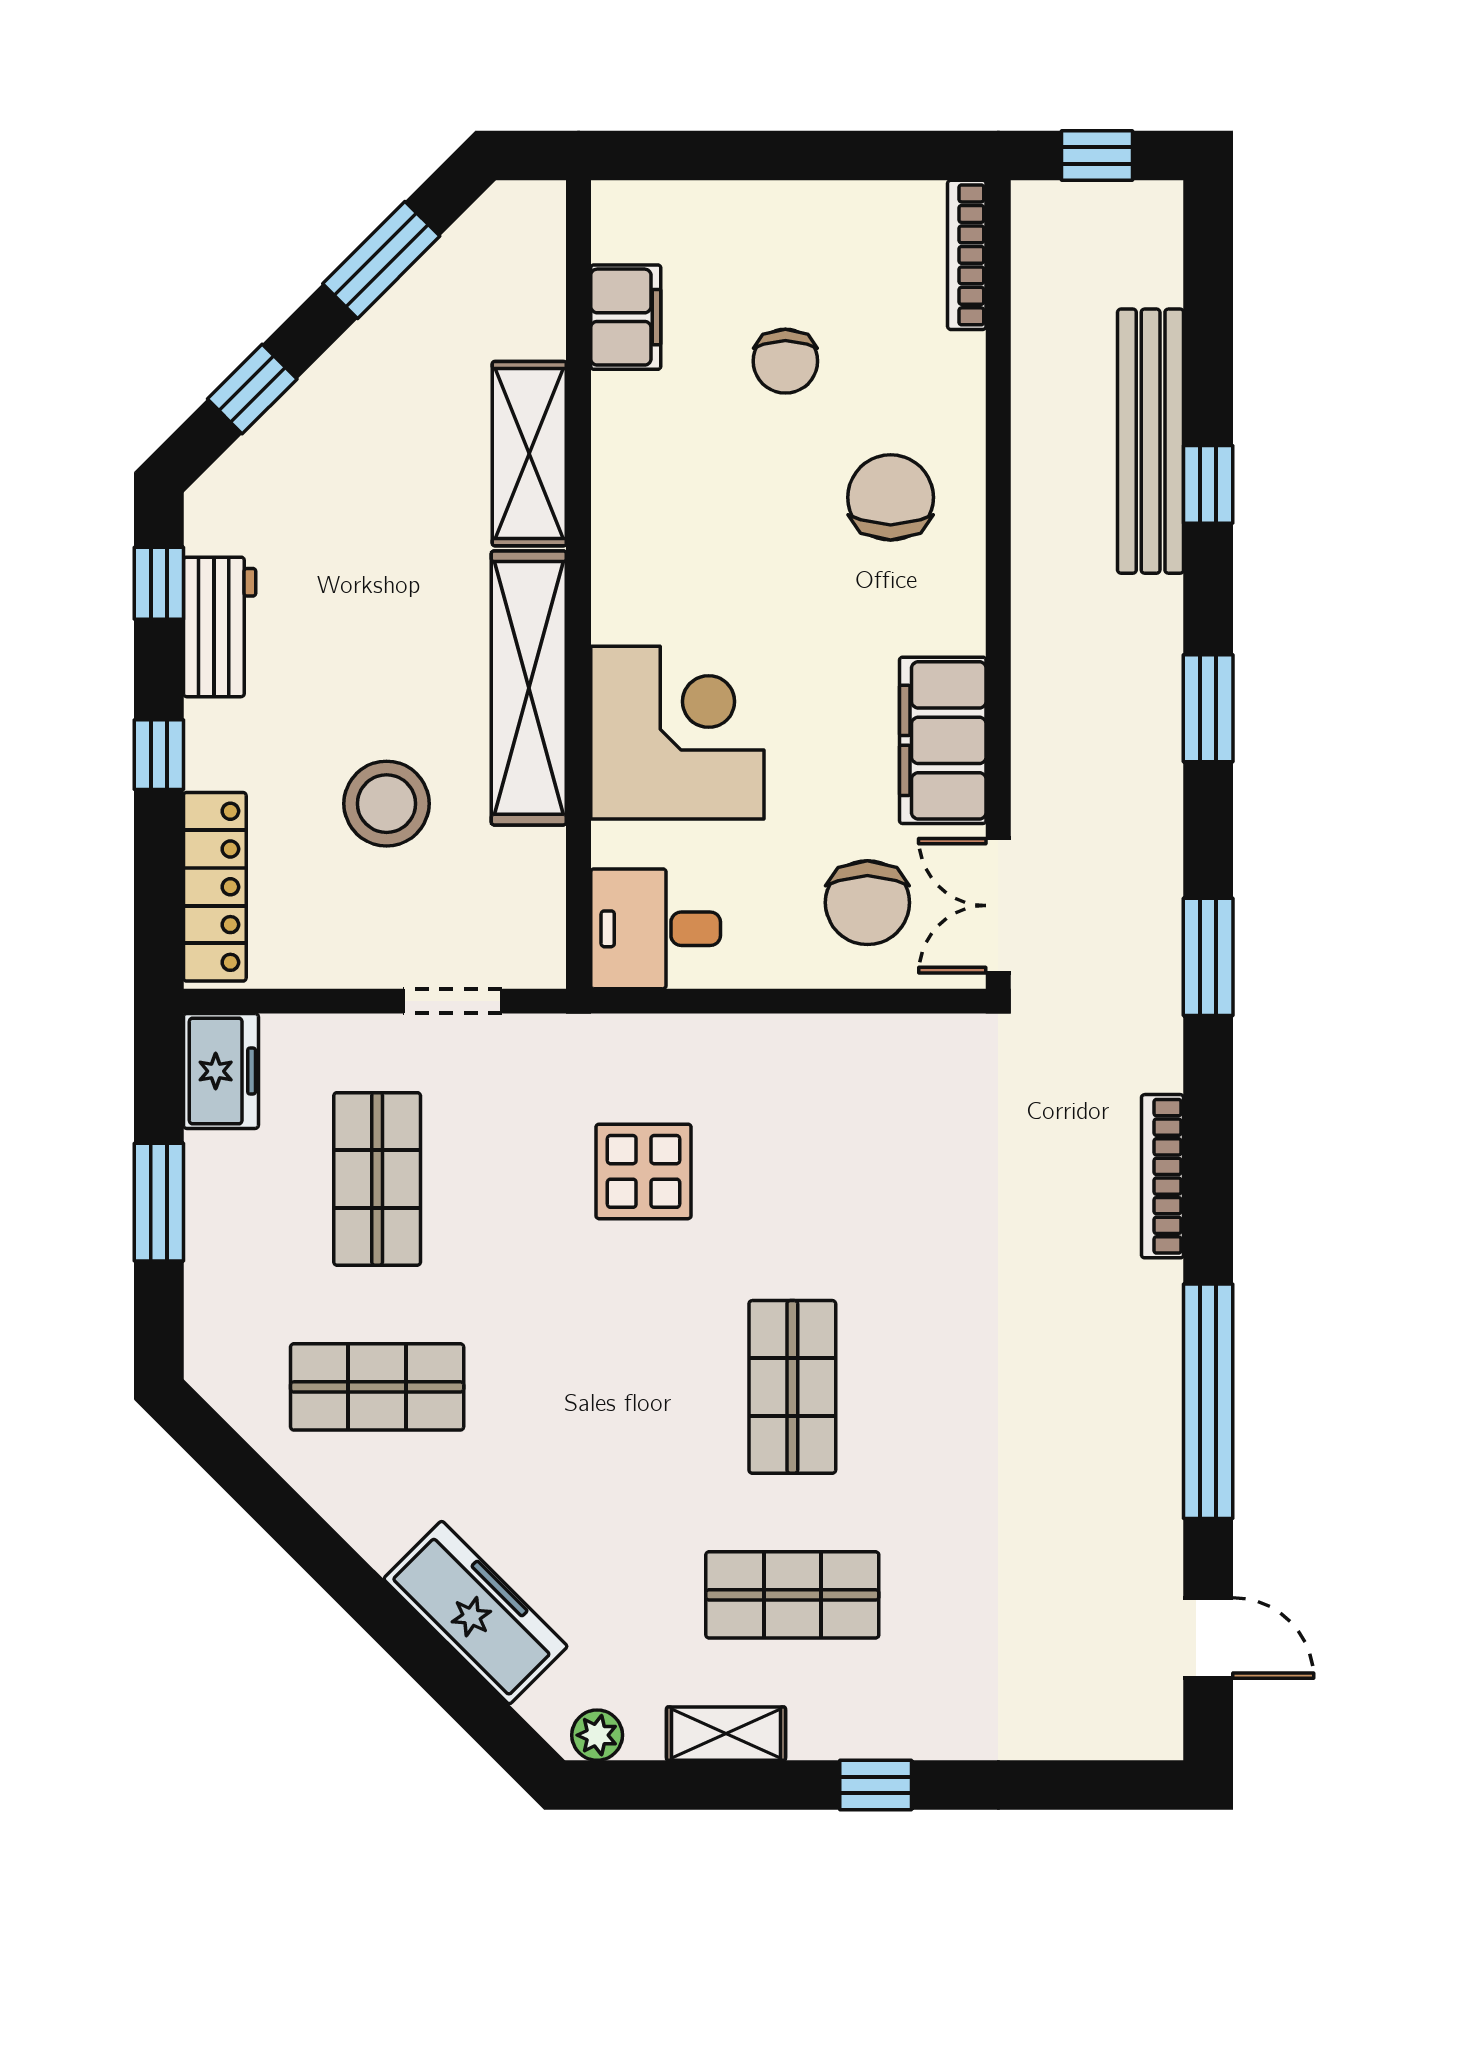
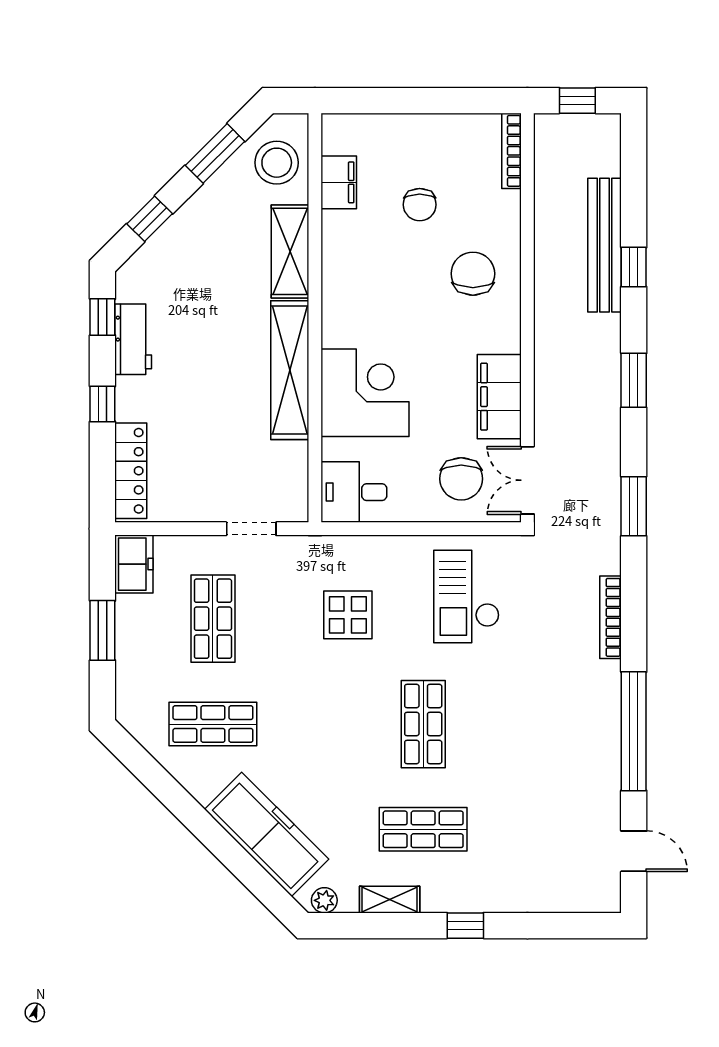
stool: (387, 804) -> (277, 163), moved
checkout: (878, 1135) -> (466, 596), added
freezer: (476, 1613) -> (267, 834), width x1.36, depth x1.26

